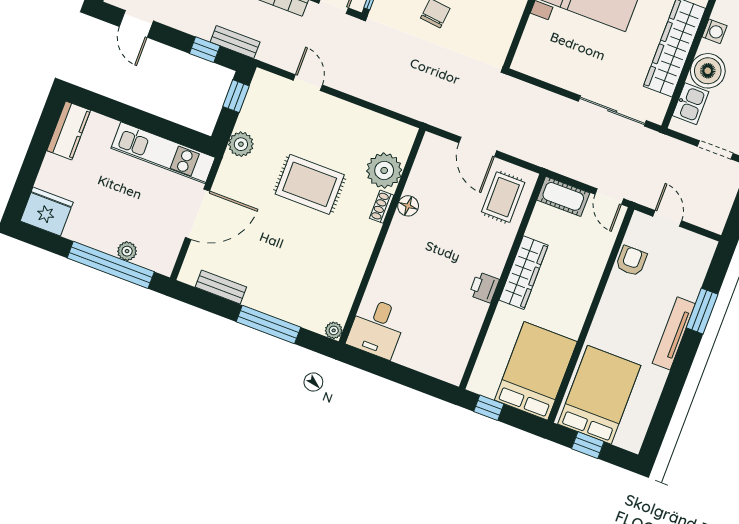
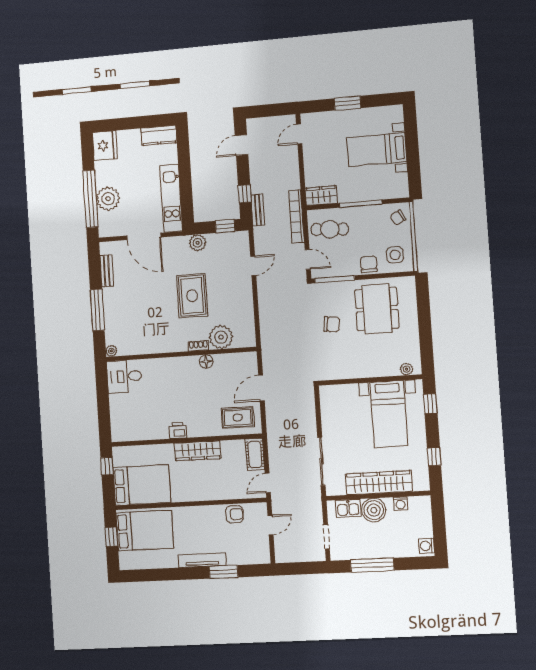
plant: (127, 251) -> (108, 199), width x1.88, depth x1.88

